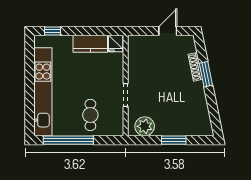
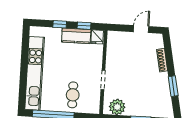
window: (52, 31) -> (60, 24), moved
window: (99, 31) -> (84, 26), added
window: (206, 74) -> (173, 86), moved

